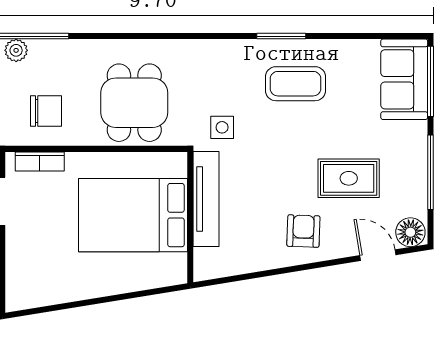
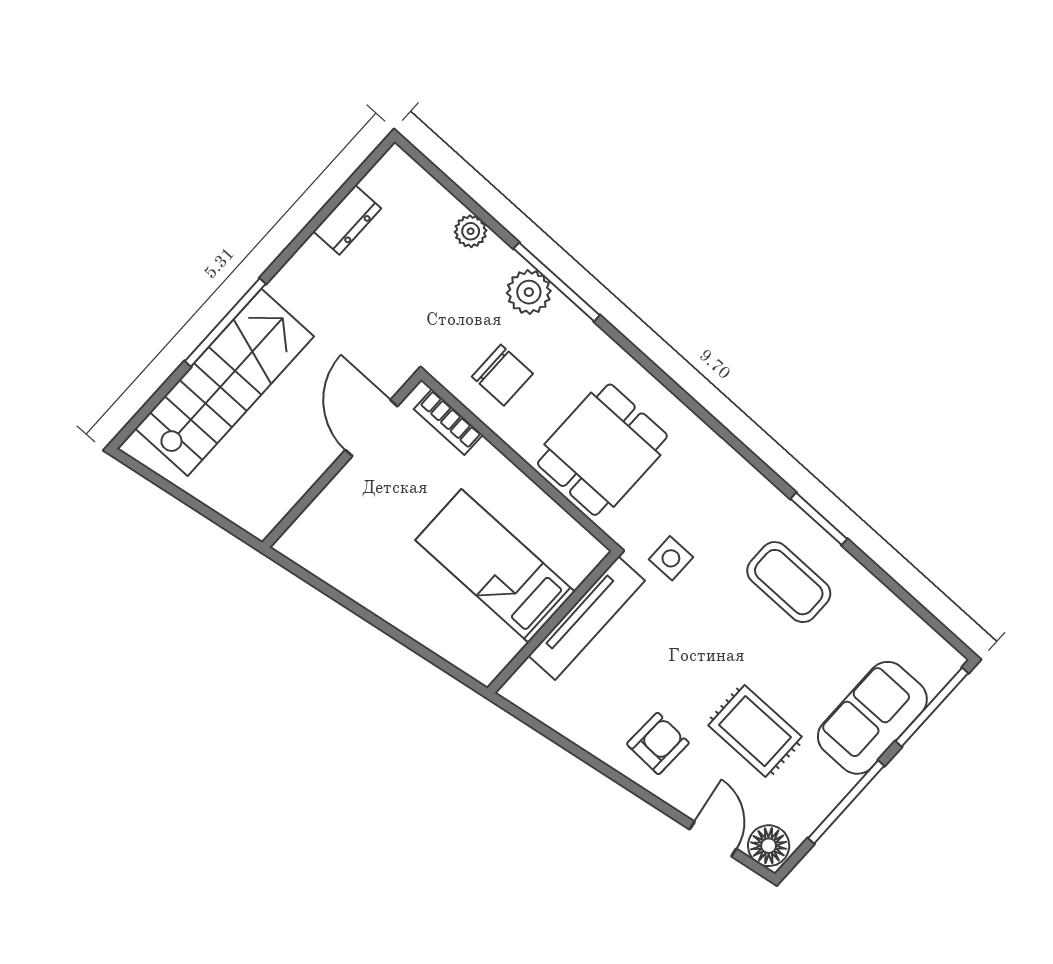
plant: (16, 50) -> (529, 292), width x1.38, depth x1.38
sofa: (404, 79) -> (872, 718), moved
bed: (133, 215) -> (495, 566), width x0.67

